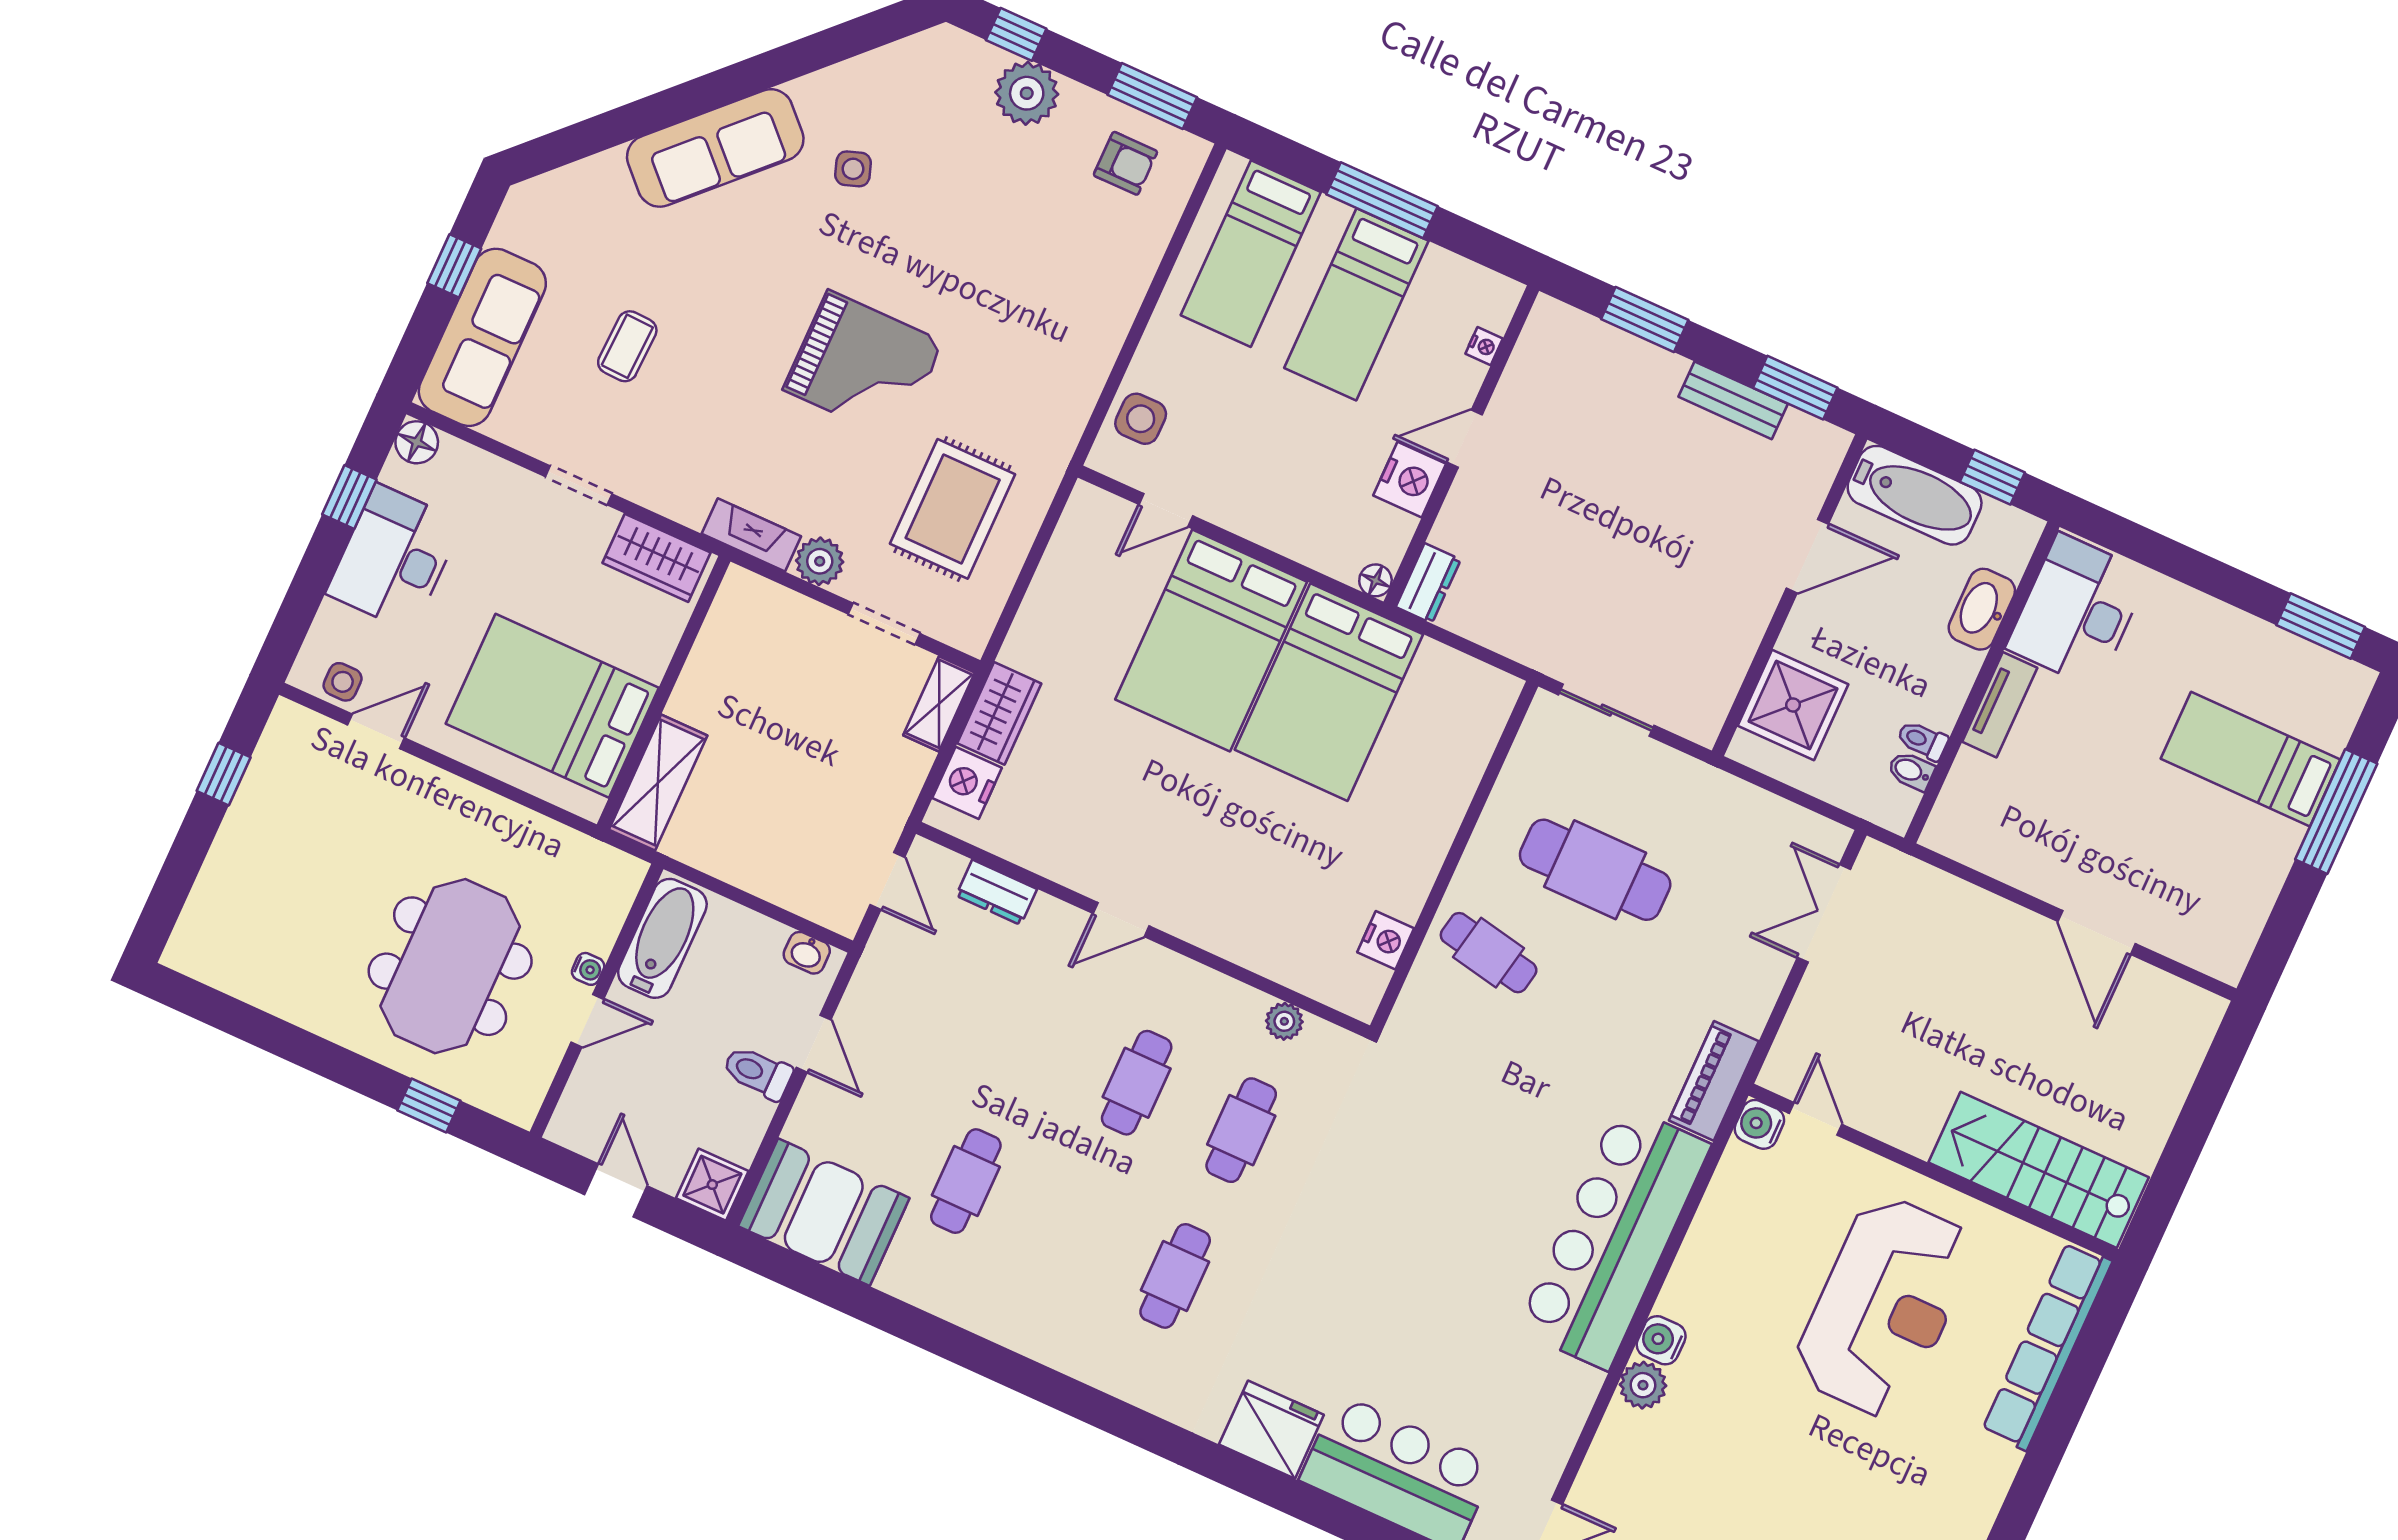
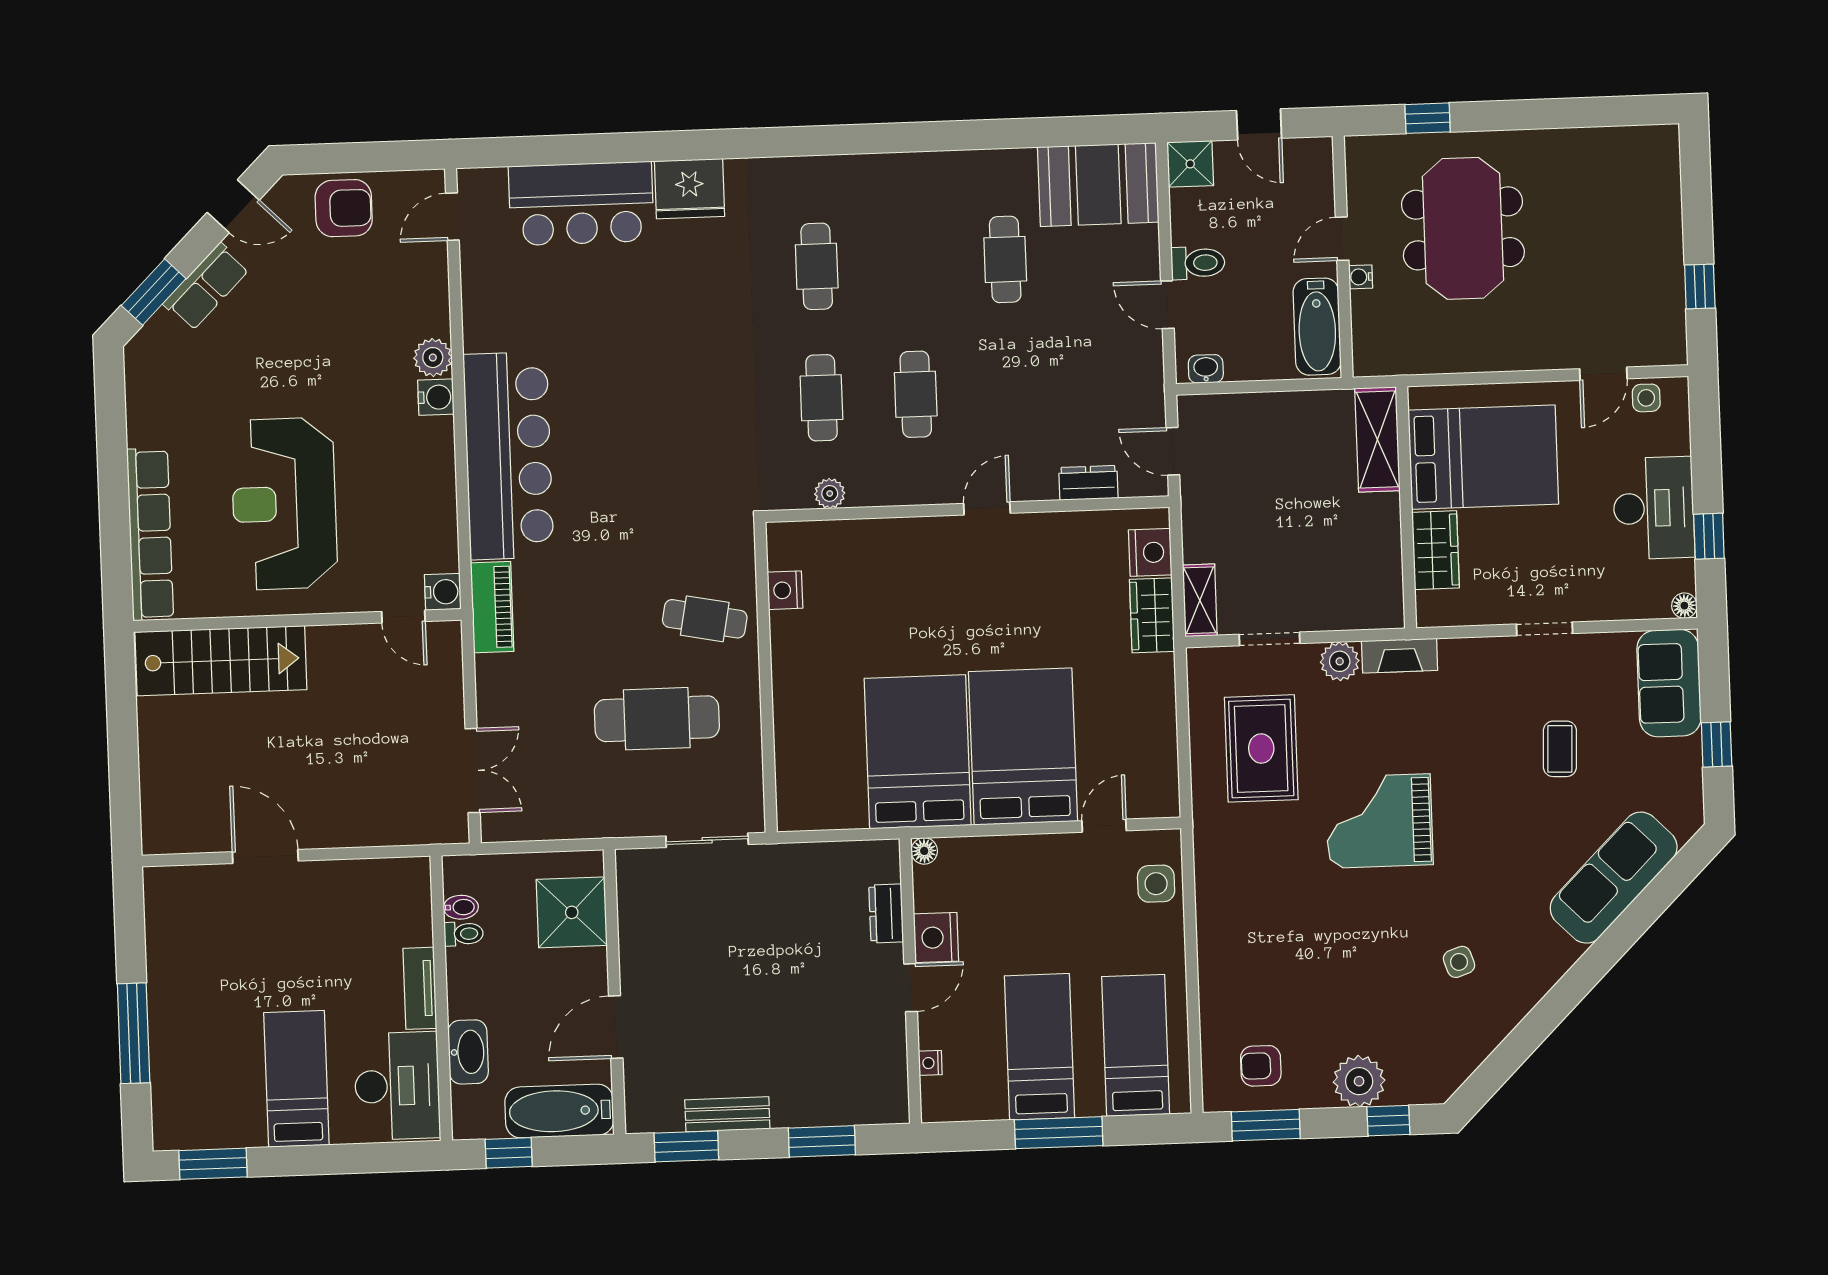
sofa: (715, 148) -> (1614, 878), moved
sofa: (482, 337) -> (1669, 683), width x0.73
floor lamp: (417, 442) -> (1684, 606), width x0.73, depth x0.73
wardrobe: (656, 558) -> (1436, 550), moved, turned 90
dresser: (1428, 583) -> (886, 913), moved
bed: (2250, 759) -> (296, 1079), moved, turned -90

